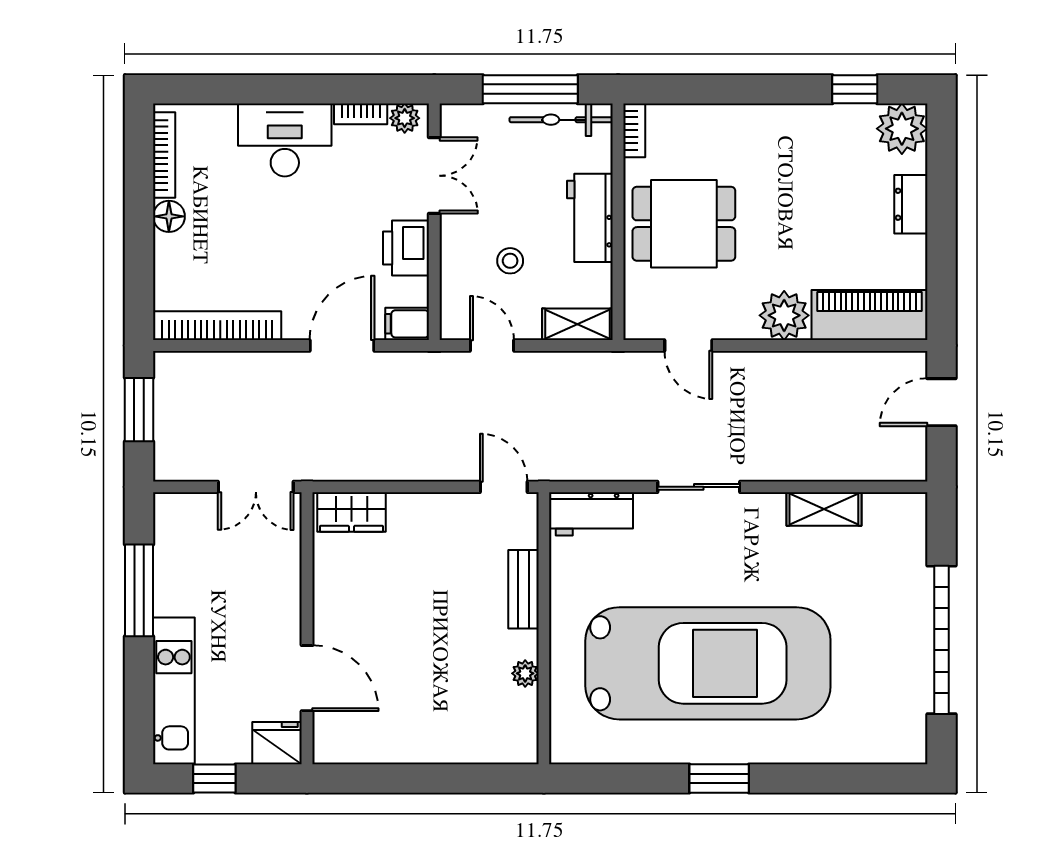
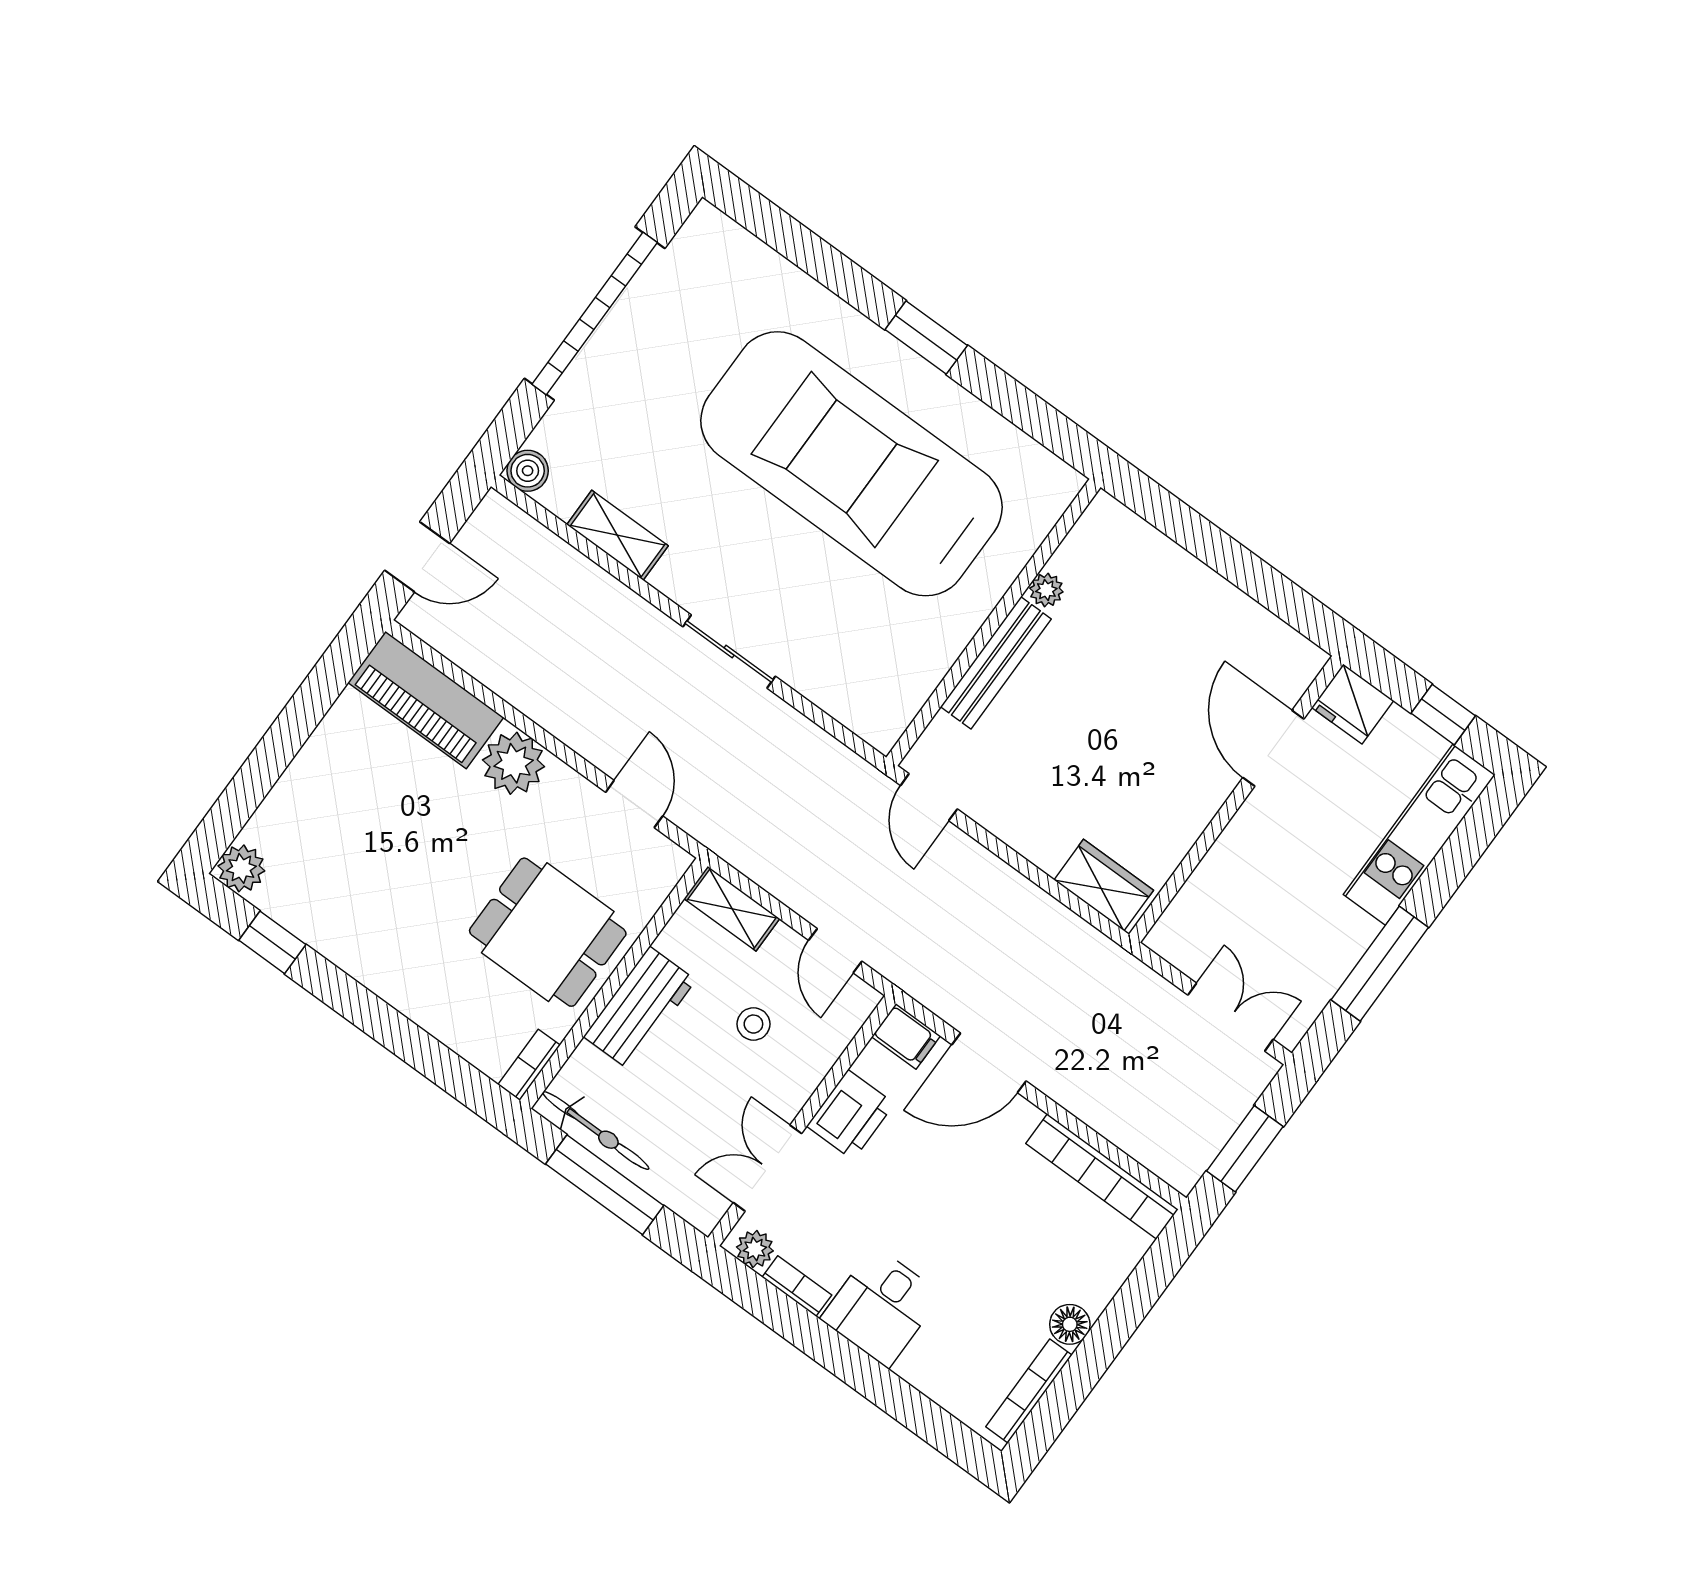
plant: (902, 129) -> (241, 868), width x0.73, depth x0.73
desk: (285, 140) -> (881, 1307), width x0.73
dresser: (911, 204) -> (301, 782), removed
double door: (256, 487) -> (1231, 1017), moved
boiler: (911, 508) -> (528, 471), added
workbench: (591, 514) -> (860, 704), removed
bench: (523, 589) -> (996, 663), width x1.36

